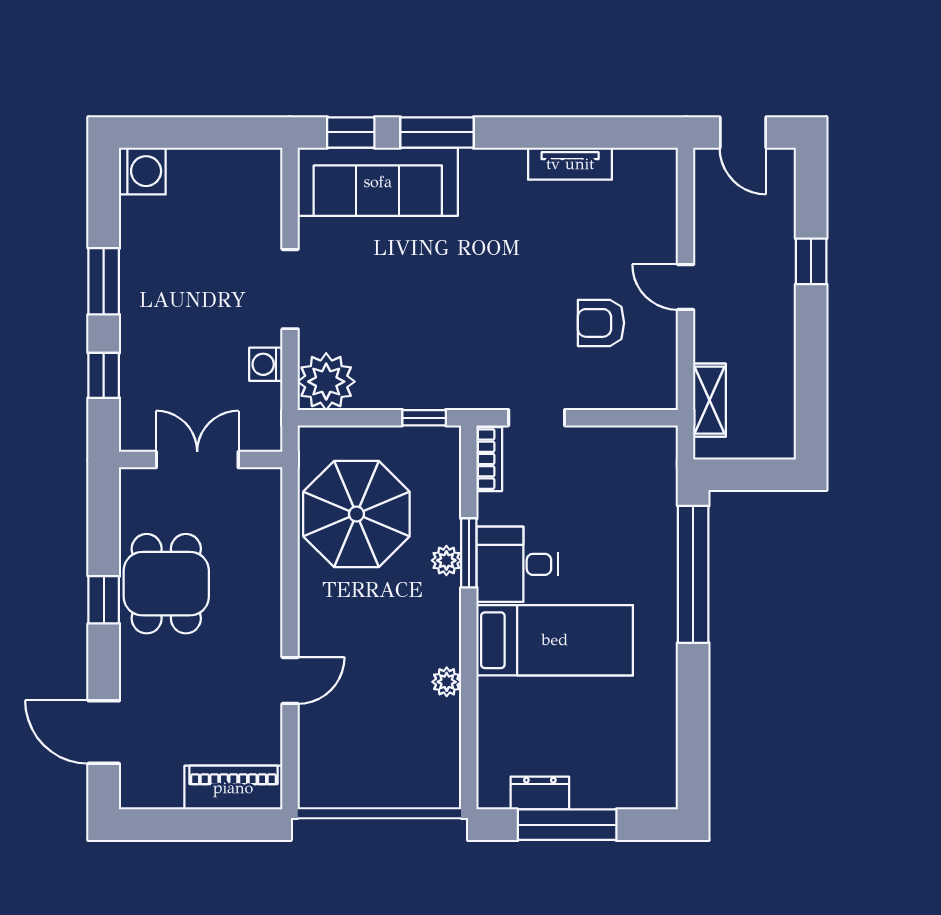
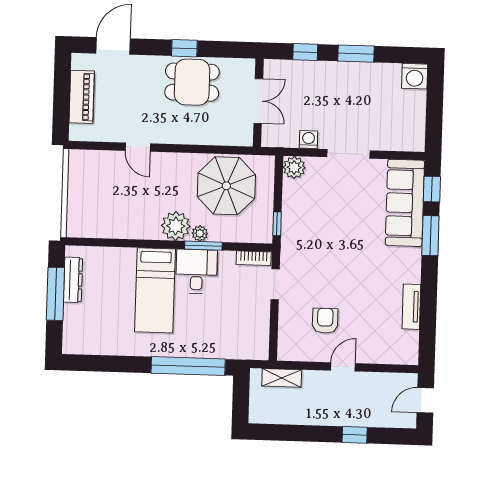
plant: (326, 382) -> (294, 167), width x0.73, depth x0.73
plant: (447, 682) -> (176, 226), moved, width x1.87, depth x1.87
piano: (233, 788) -> (82, 97), moved
dresser: (540, 793) -> (73, 280), width x1.44

